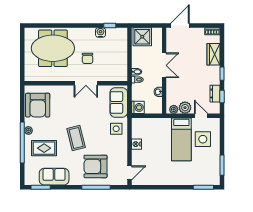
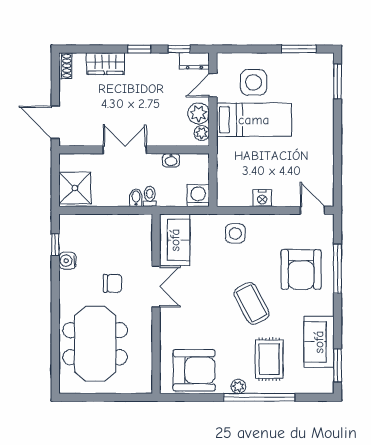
dresser: (215, 94) -> (194, 61), moved
sofa: (119, 102) -> (175, 240), moved, turned -90
coffee table: (76, 138) -> (252, 303), turned 76

